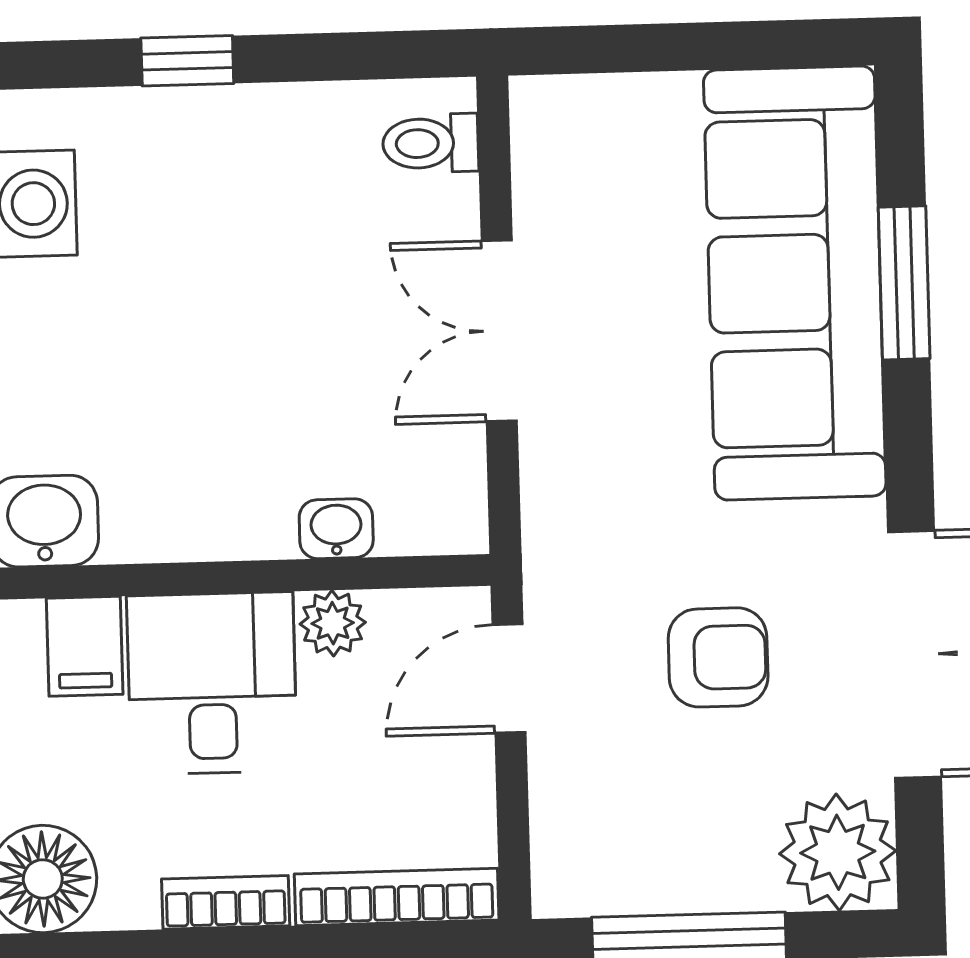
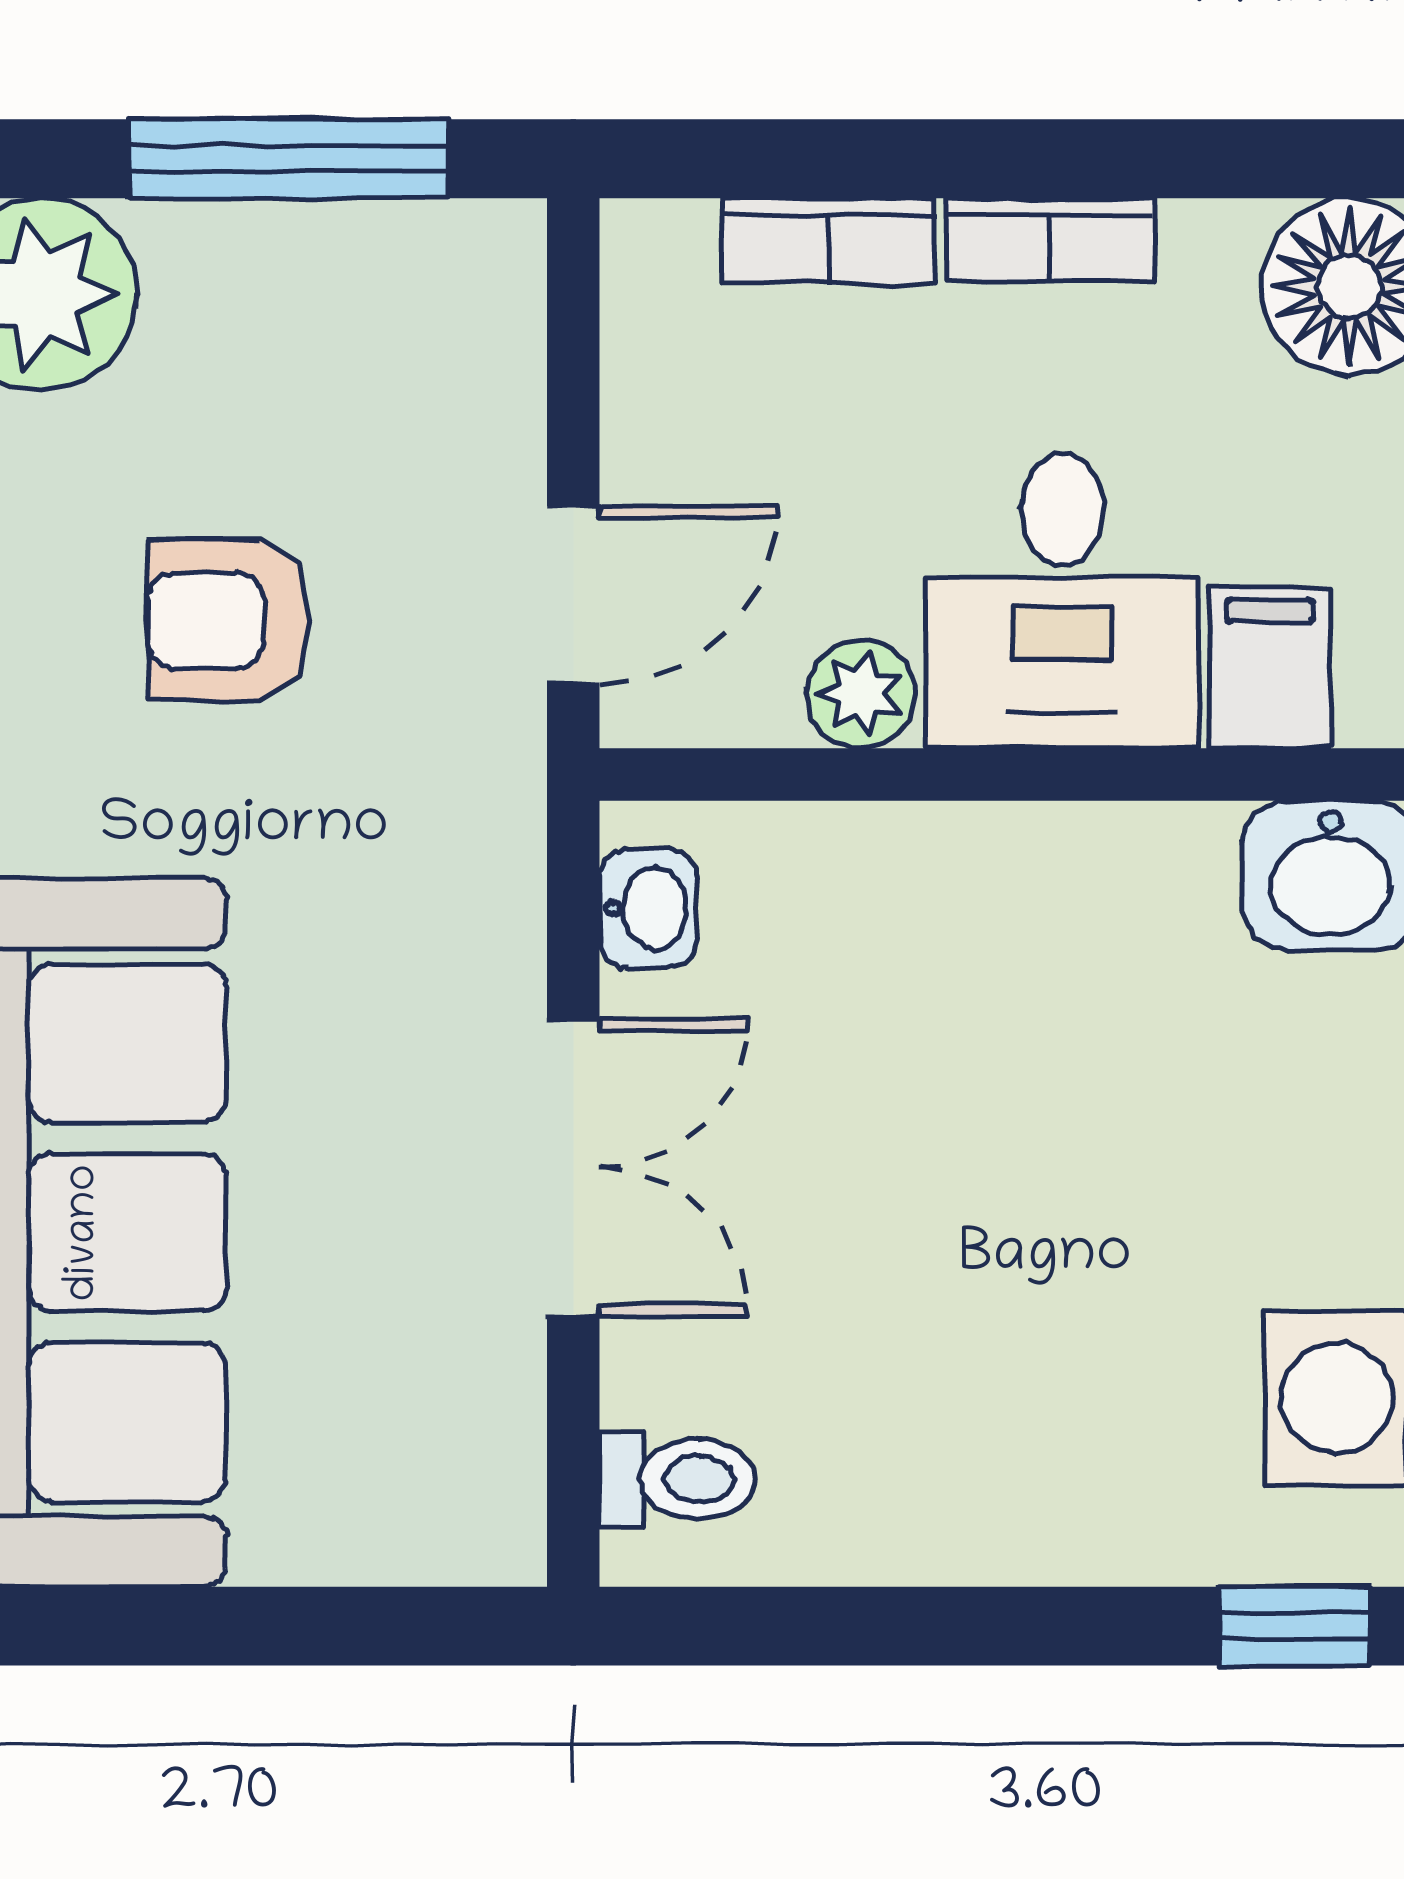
window: (187, 61) -> (1295, 1626), moved
washbasin: (336, 529) -> (648, 908), moved, turned -90
bookcase: (397, 897) -> (828, 241), width x0.64

